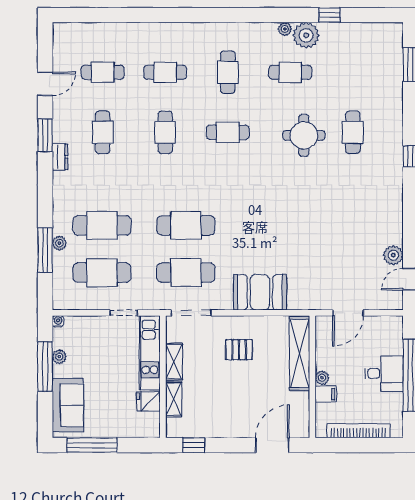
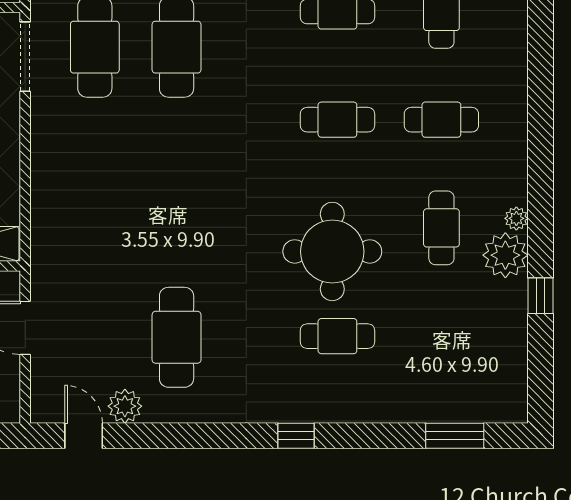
cafe table: (228, 132) -> (337, 120), turned 90
round table: (304, 135) -> (332, 251), width x1.36, depth x1.36
cafe table: (353, 225) -> (177, 337), added
booth: (260, 292) -> (61, 175), removed

